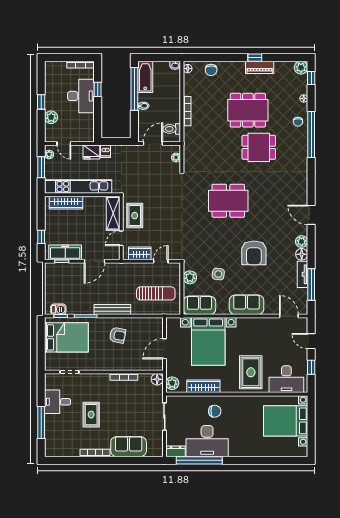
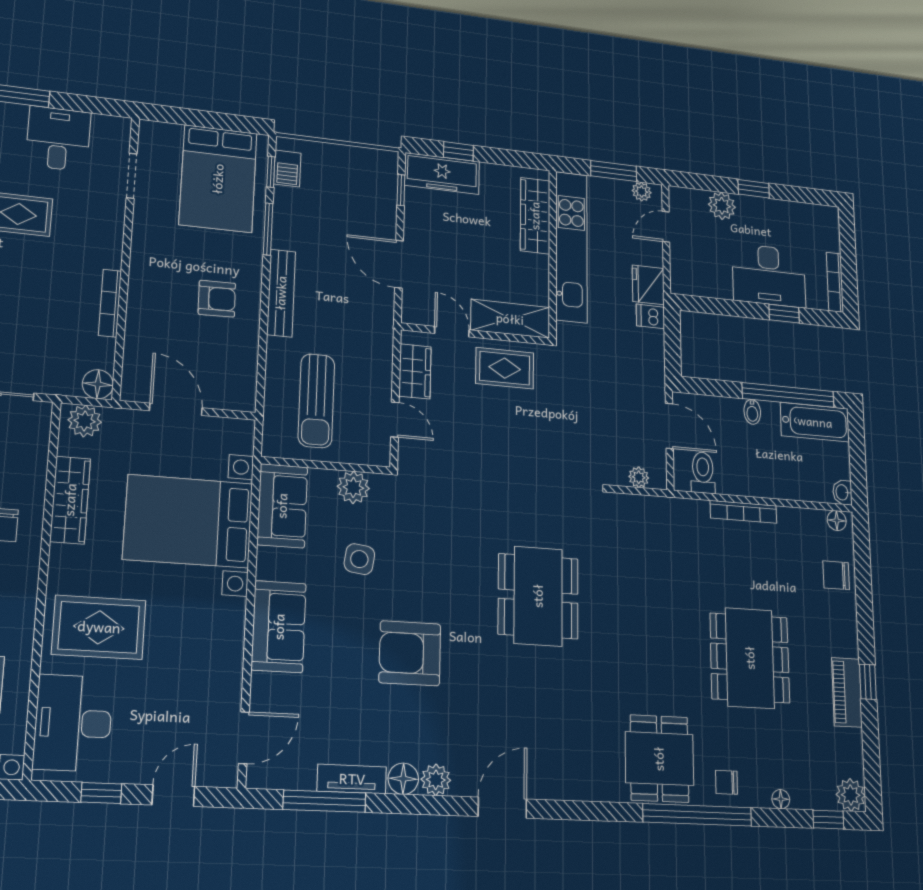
dining table: (259, 147) -> (659, 759), moved
freezer: (65, 252) -> (442, 173), moved, turned 90
armchair: (118, 335) -> (217, 299), turned -102

